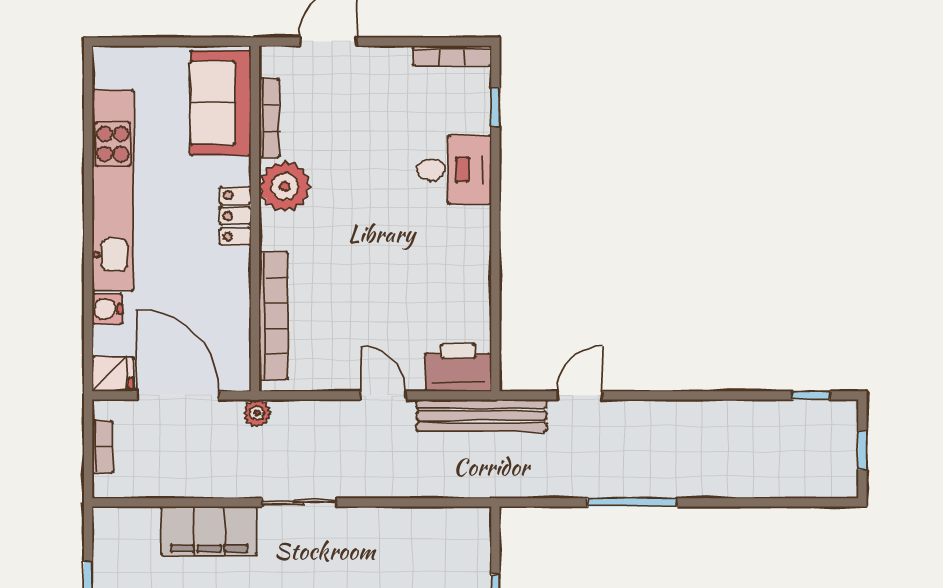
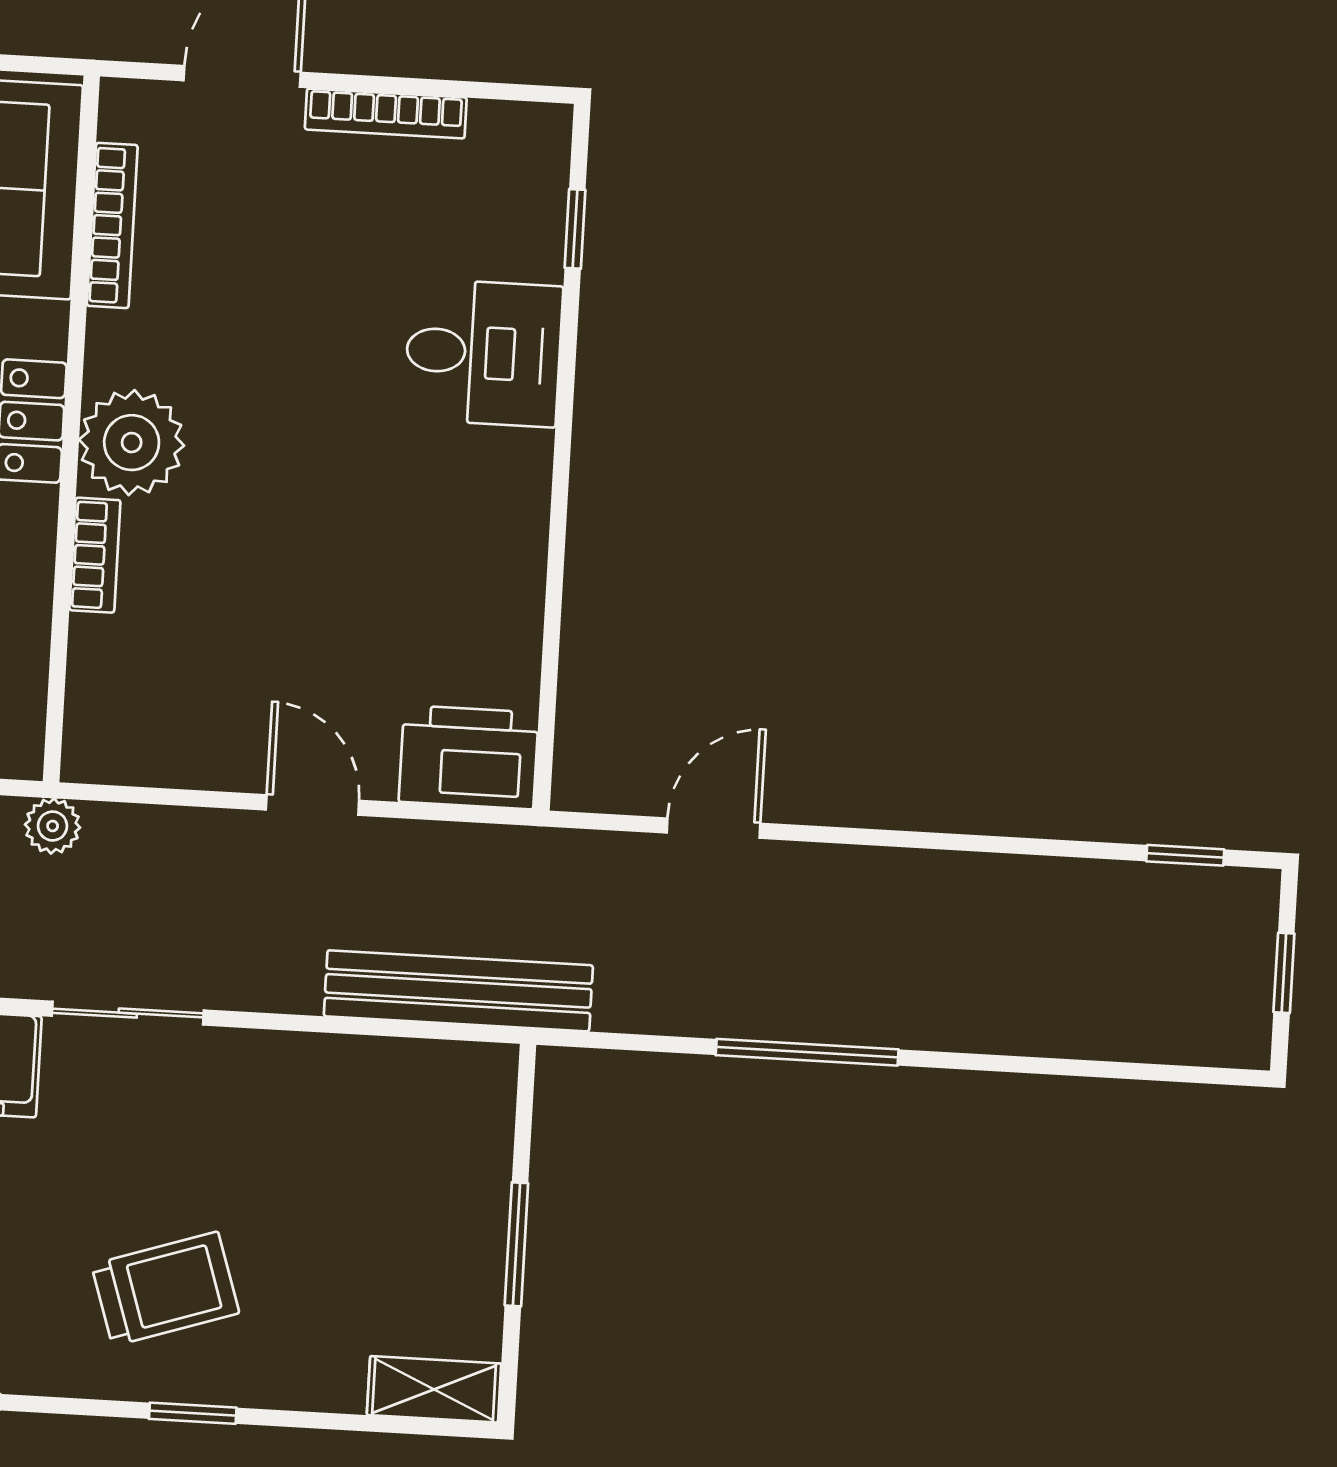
bookcase: (452, 56) -> (386, 113), moved
plant: (285, 186) -> (132, 443), moved
bookcase: (273, 316) -> (95, 555), width x0.43, depth x0.76
bench: (482, 416) -> (458, 991), moved

